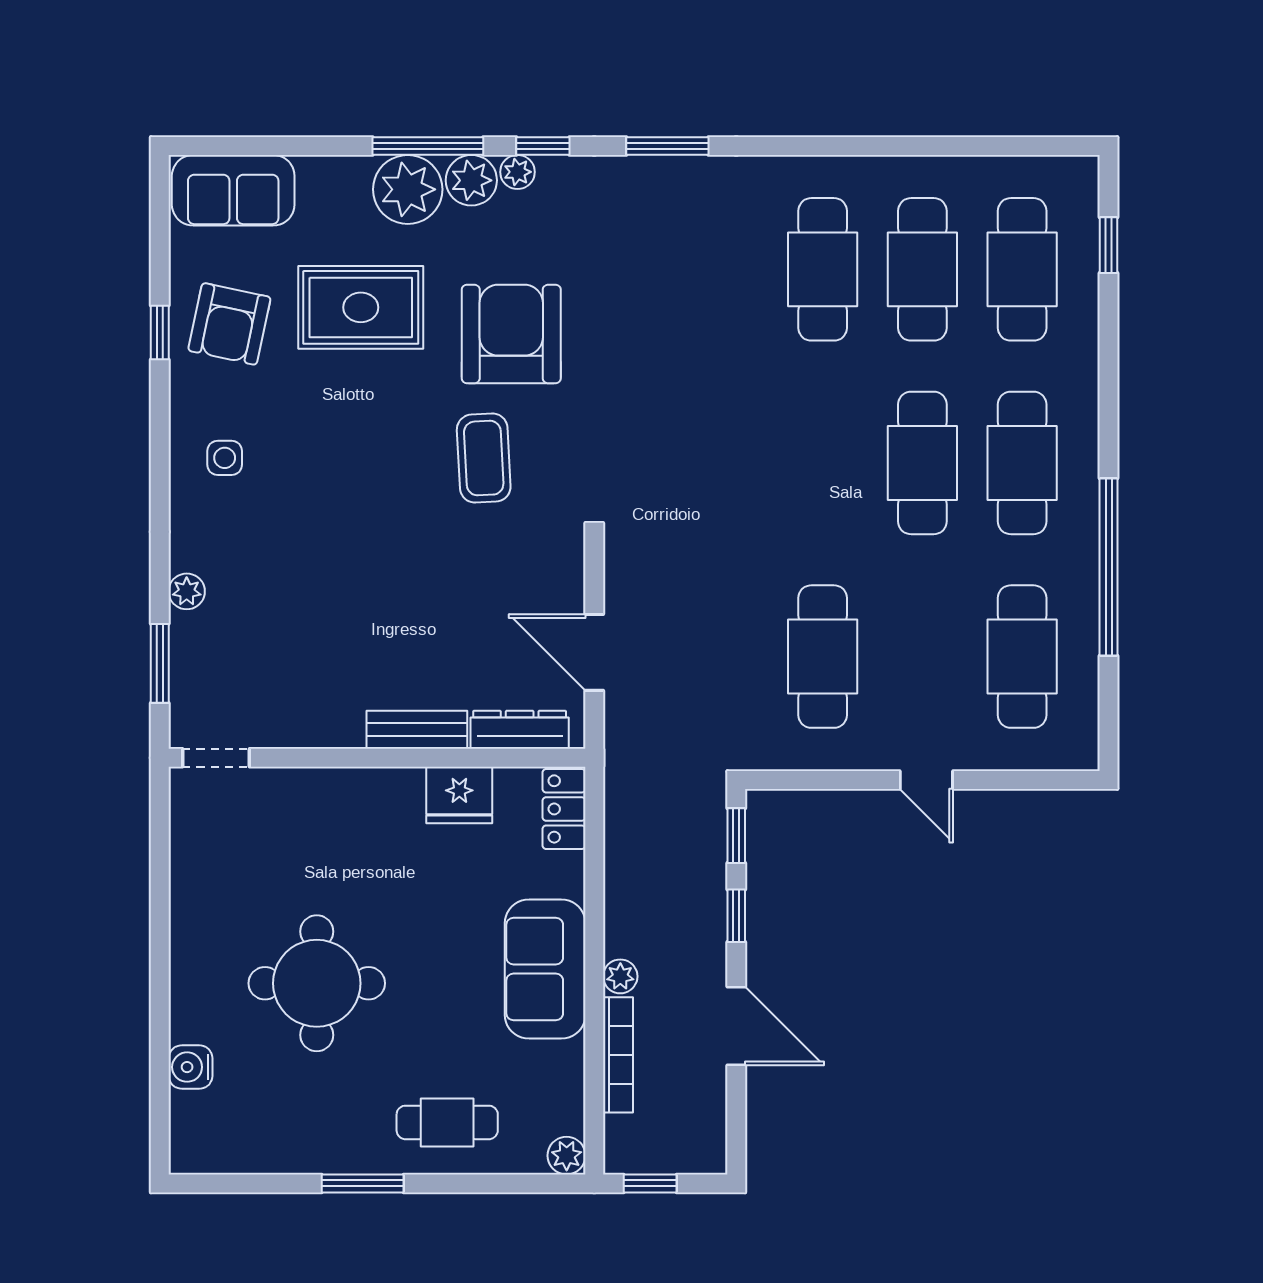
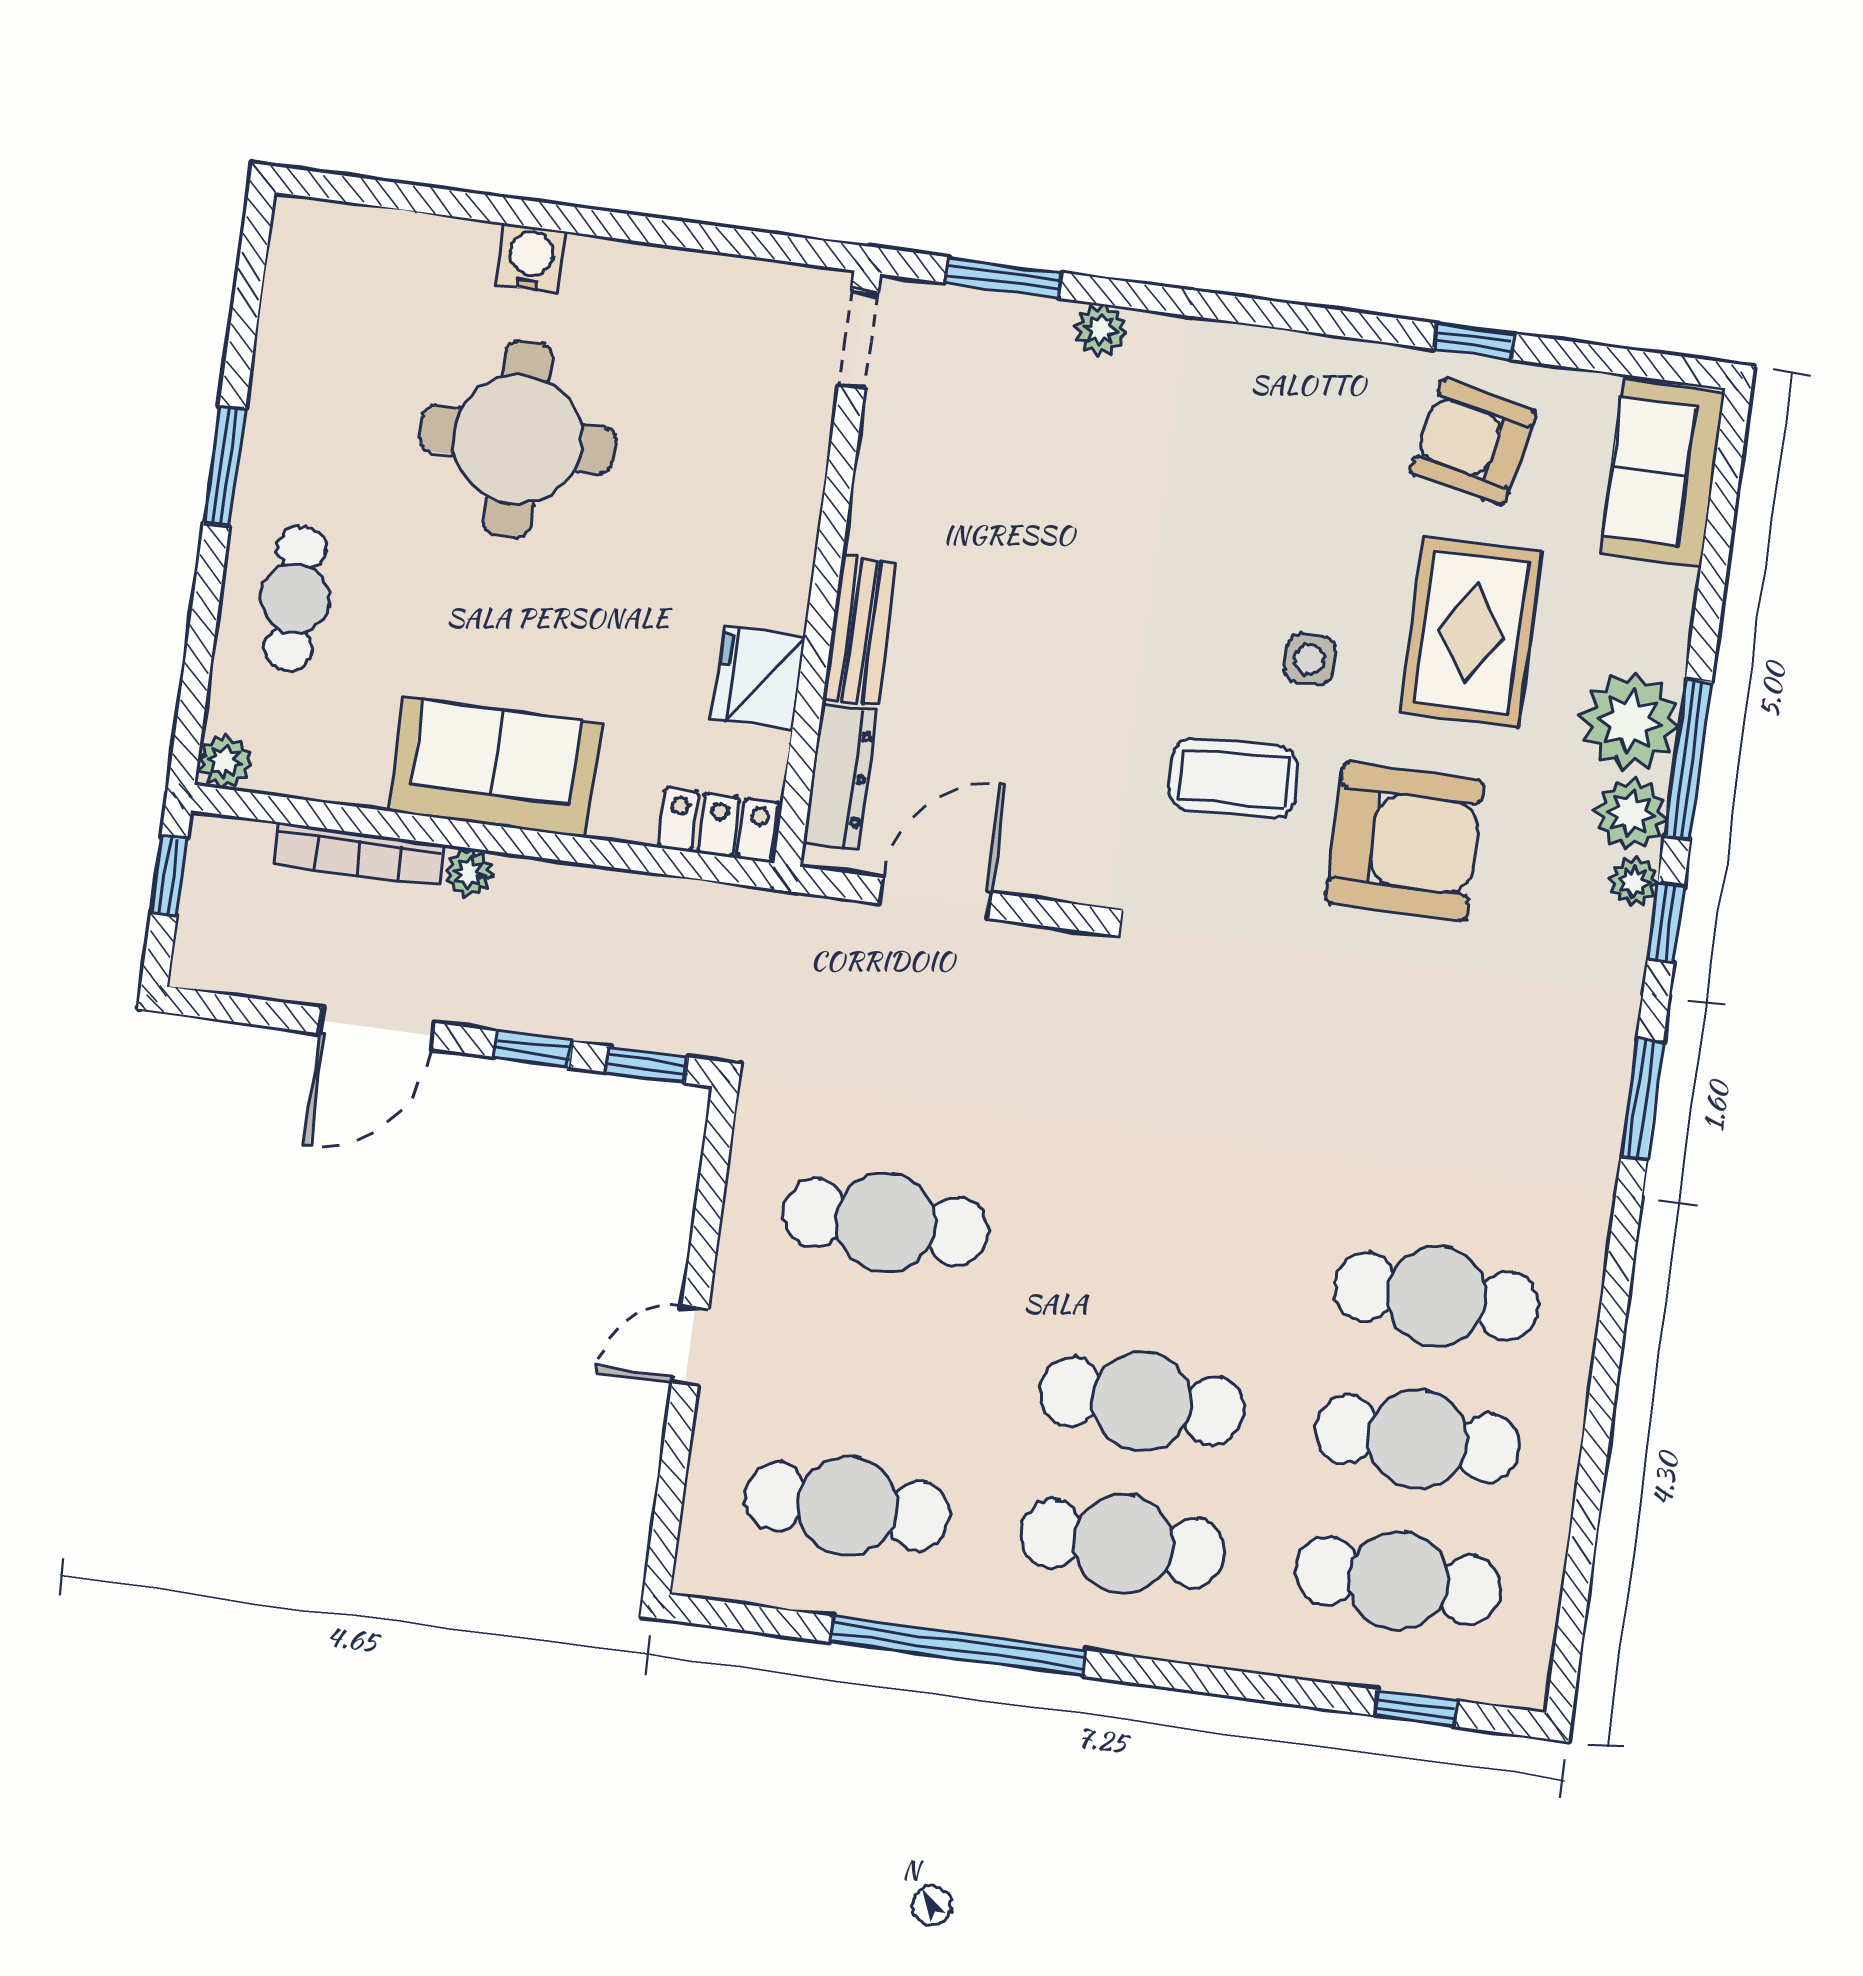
side table: (225, 458) -> (1310, 659), moved
water cooler: (191, 1067) -> (531, 258), moved

